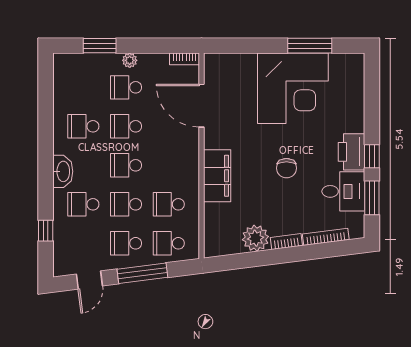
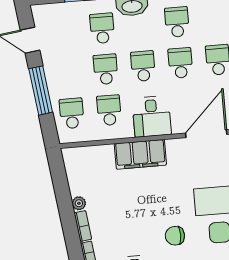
desk: (179, 161) -> (152, 116), added
chair: (286, 168) -> (175, 236), moved
plant: (255, 238) -> (79, 203), width x0.53, depth x0.53
school desk: (126, 243) -> (68, 72), removed

